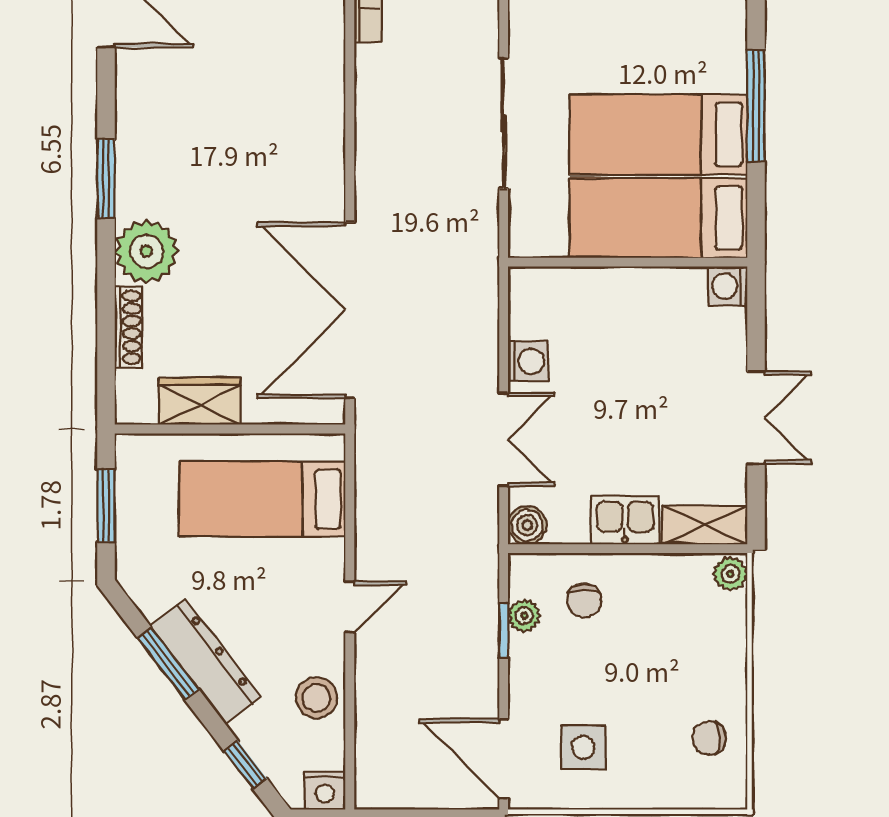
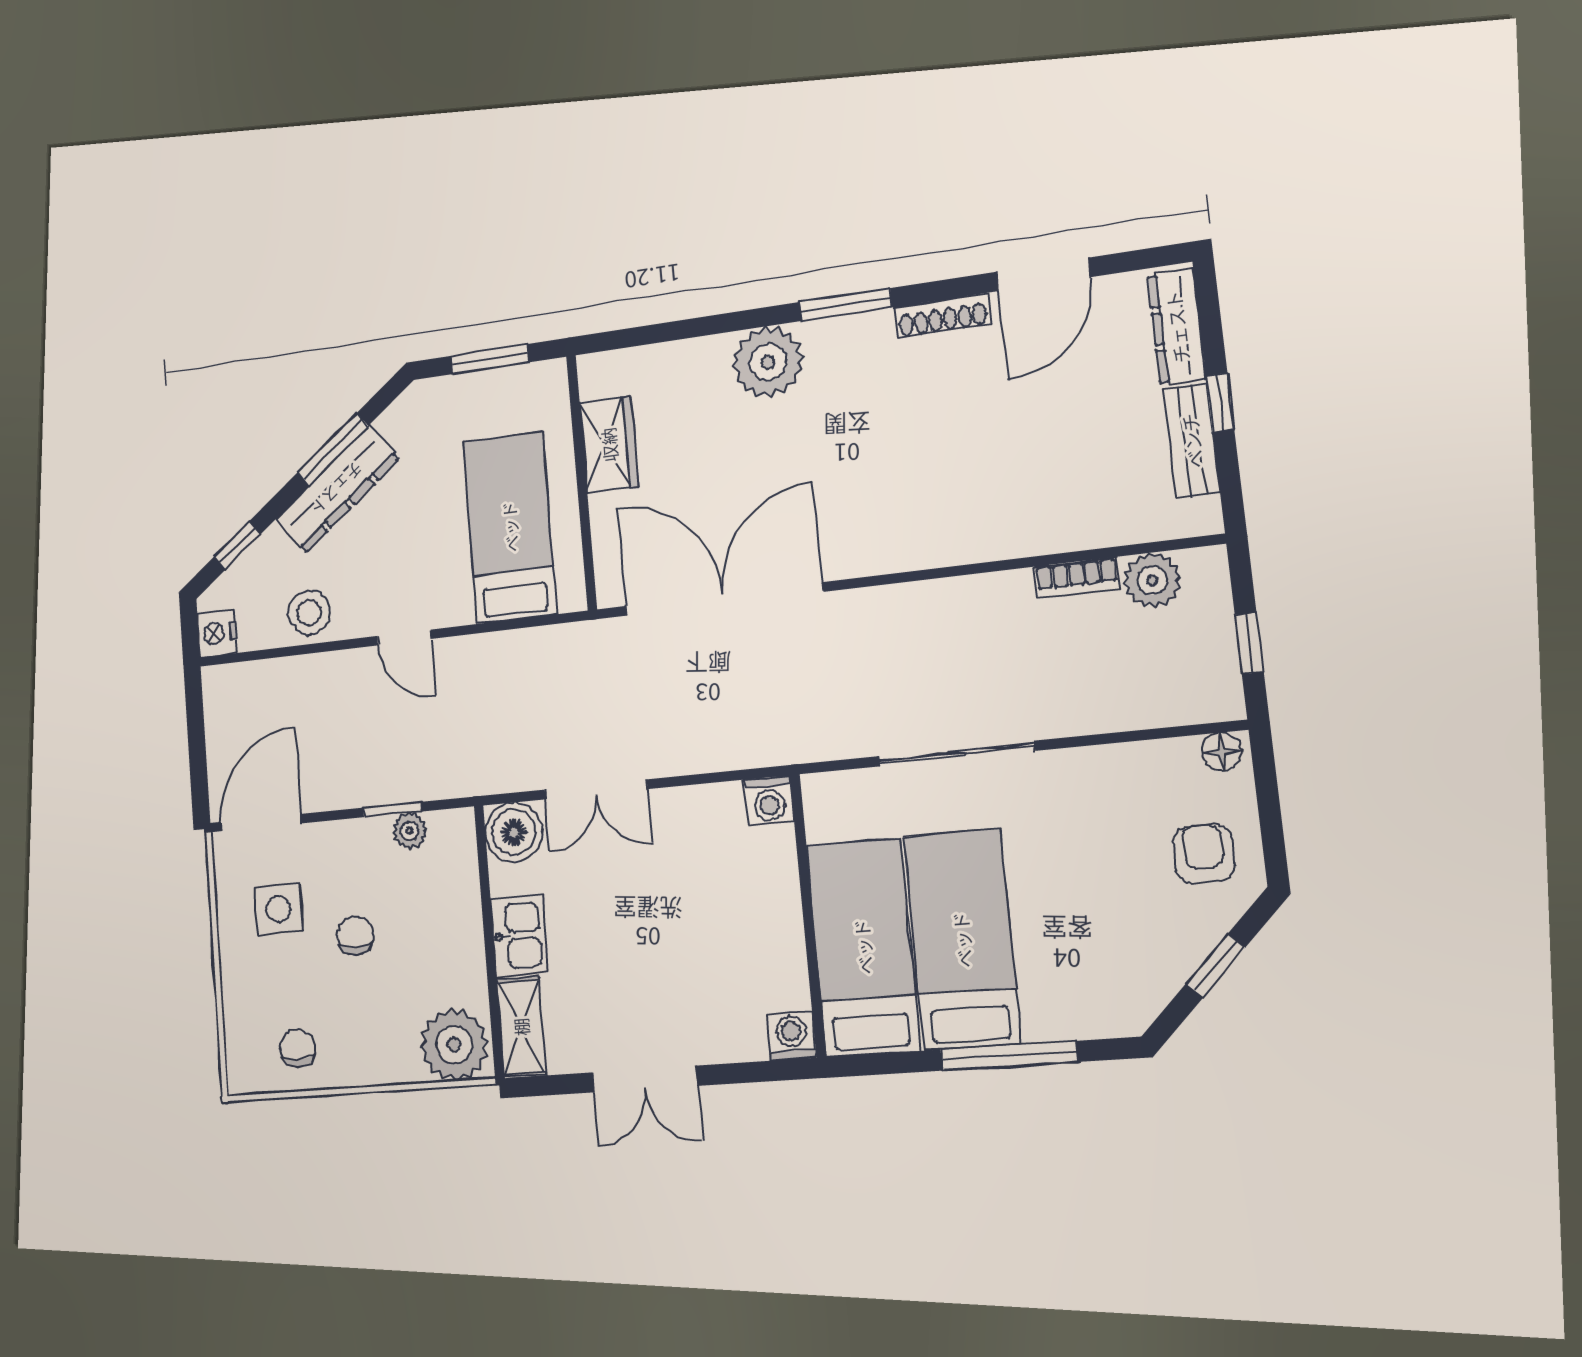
shoe rack: (128, 327) -> (943, 316), moved
washing machine: (528, 361) -> (769, 801), moved
boiler: (527, 525) -> (514, 832), width x1.36, depth x1.36
plant: (730, 574) -> (454, 1045), width x1.88, depth x1.88
chair: (584, 600) -> (355, 936), moved, turned 90

